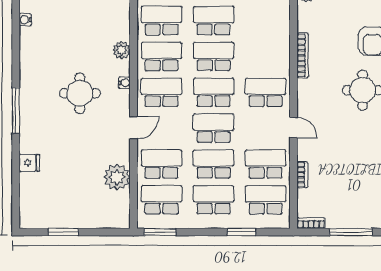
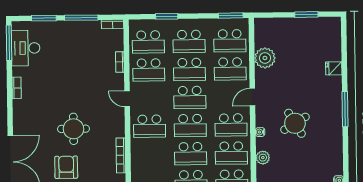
round table: (80, 93) -> (295, 123), turned -31

